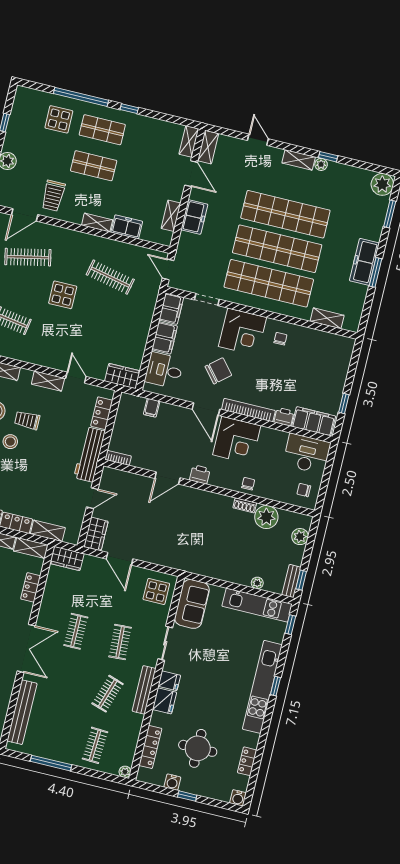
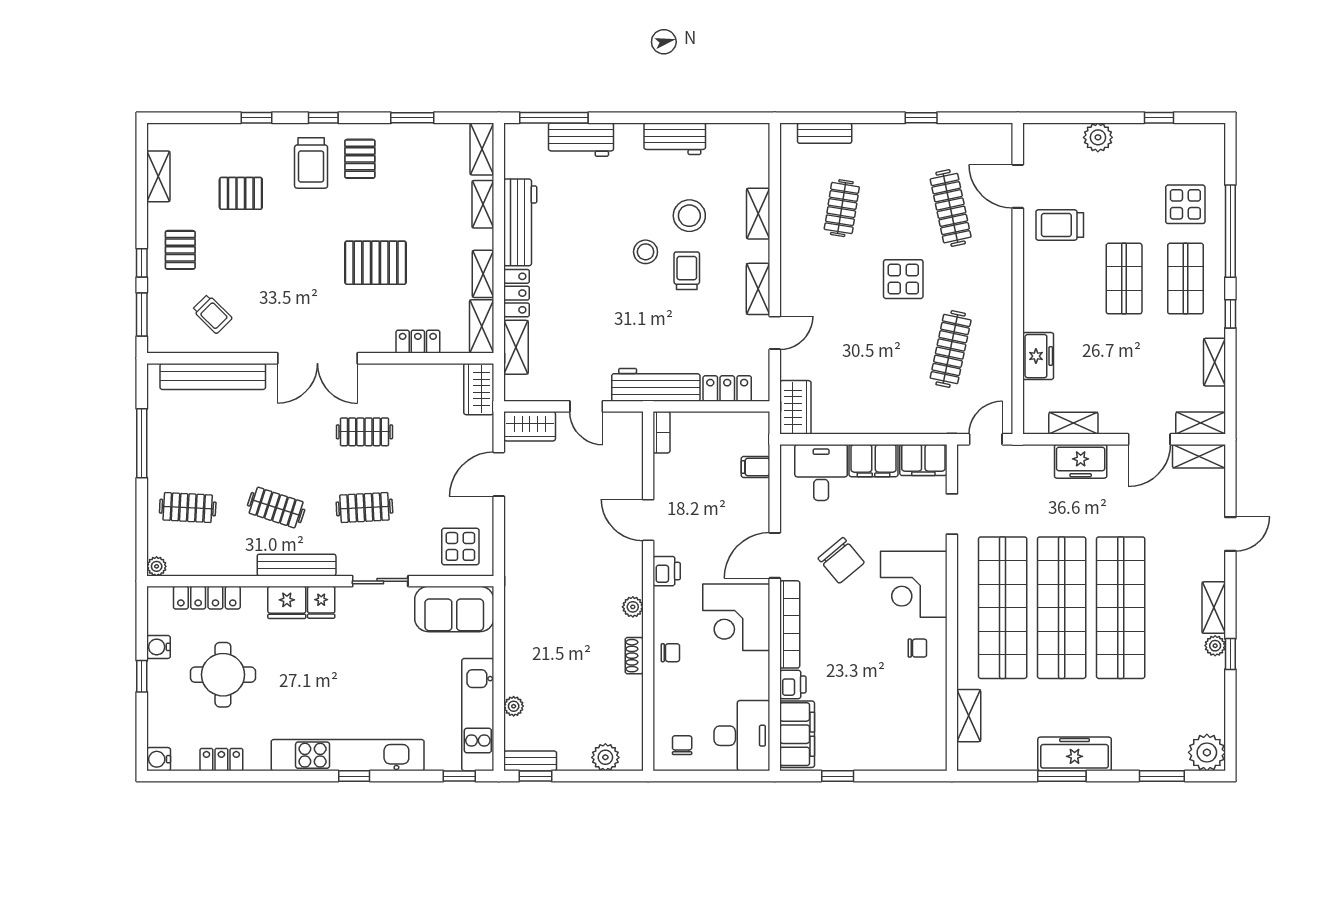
shelving: (97, 223) -> (1214, 362), moved
plant: (266, 517) -> (633, 607), moved, width x0.53, depth x0.53

